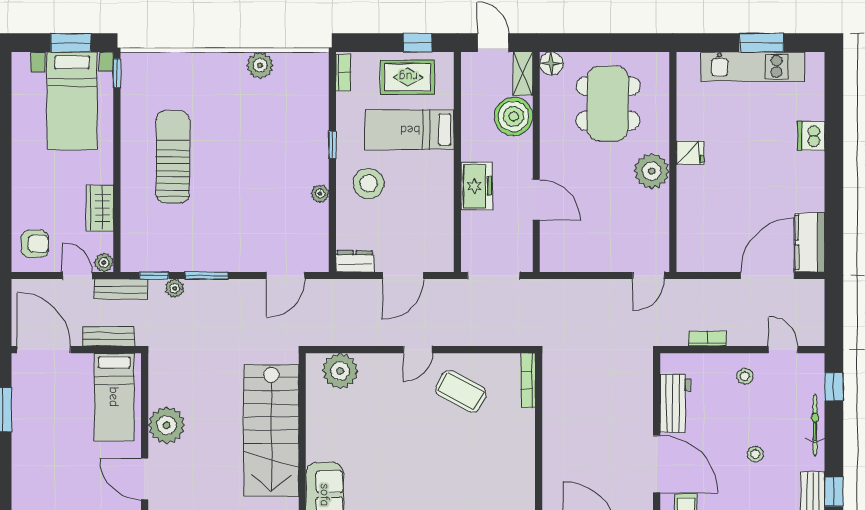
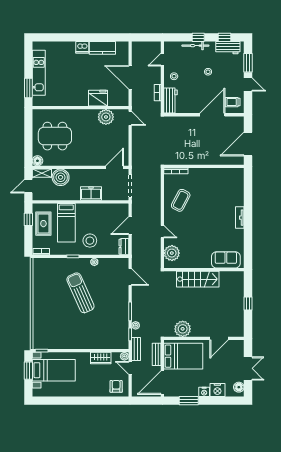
window: (761, 43) -> (28, 88), moved
plant: (260, 65) -> (38, 288), removed
dishwasher: (811, 136) -> (82, 47), moved
fridge: (690, 153) -> (98, 98), moved, width x1.88, depth x1.34
sun lounger: (173, 157) -> (80, 293), moved, turned 66
plant: (652, 171) -> (106, 117), moved
door: (536, 200) -> (115, 167), moved
kitchen counter: (810, 242) -> (102, 48), moved
door: (77, 275) -> (130, 368), hinge flipped
door: (403, 275) -> (130, 226), swing flipped
door: (767, 275) -> (130, 77), moved
door: (418, 350) -> (162, 232), moved
window: (834, 387) -> (198, 37), moved
bed: (114, 397) -> (183, 356), width x1.50
workbench: (675, 404) -> (171, 101), moved, turned 90
plant: (167, 425) -> (183, 329), moved
stairs: (271, 430) -> (198, 279), width x0.73, depth x0.66
nightstand: (22, 445) -> (204, 392), added
nightstand: (27, 476) -> (217, 390), added

